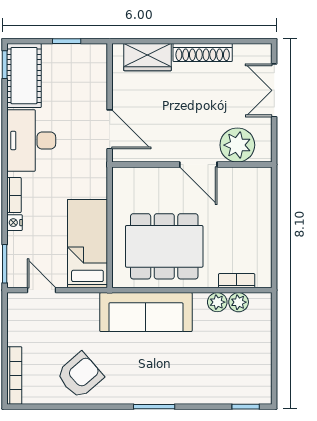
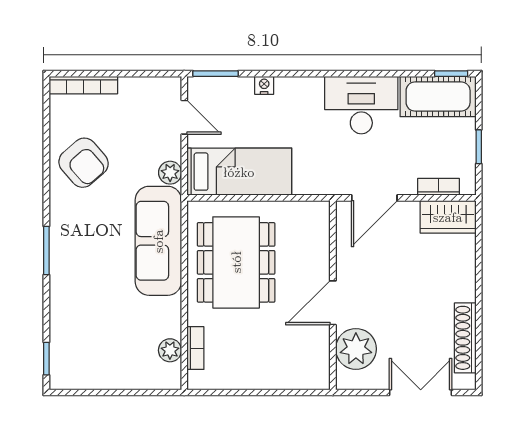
shoe rack: (203, 53) -> (465, 338), moved
wardrobe: (148, 57) -> (448, 217), moved, turned -90
bookcase: (14, 195) -> (438, 187), moved, turned 180
door: (42, 290) -> (184, 117), hinge flipped
plant: (217, 302) -> (170, 173), moved

